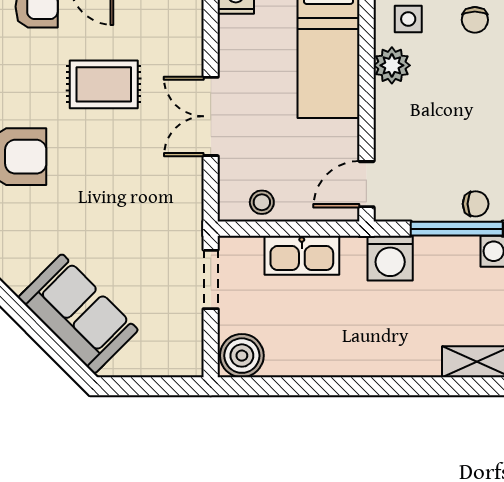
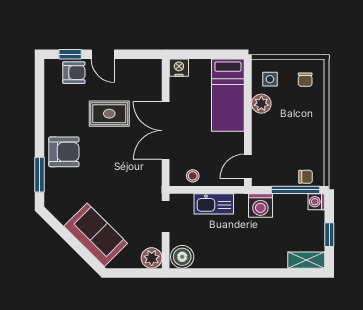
double door: (211, 116) -> (166, 131), width x1.37
plant: (184, 358) -> (152, 258), added

